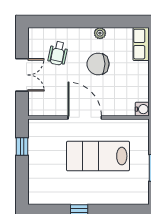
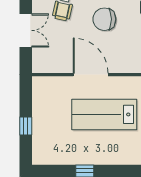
window: (22, 147) -> (26, 126), moved

